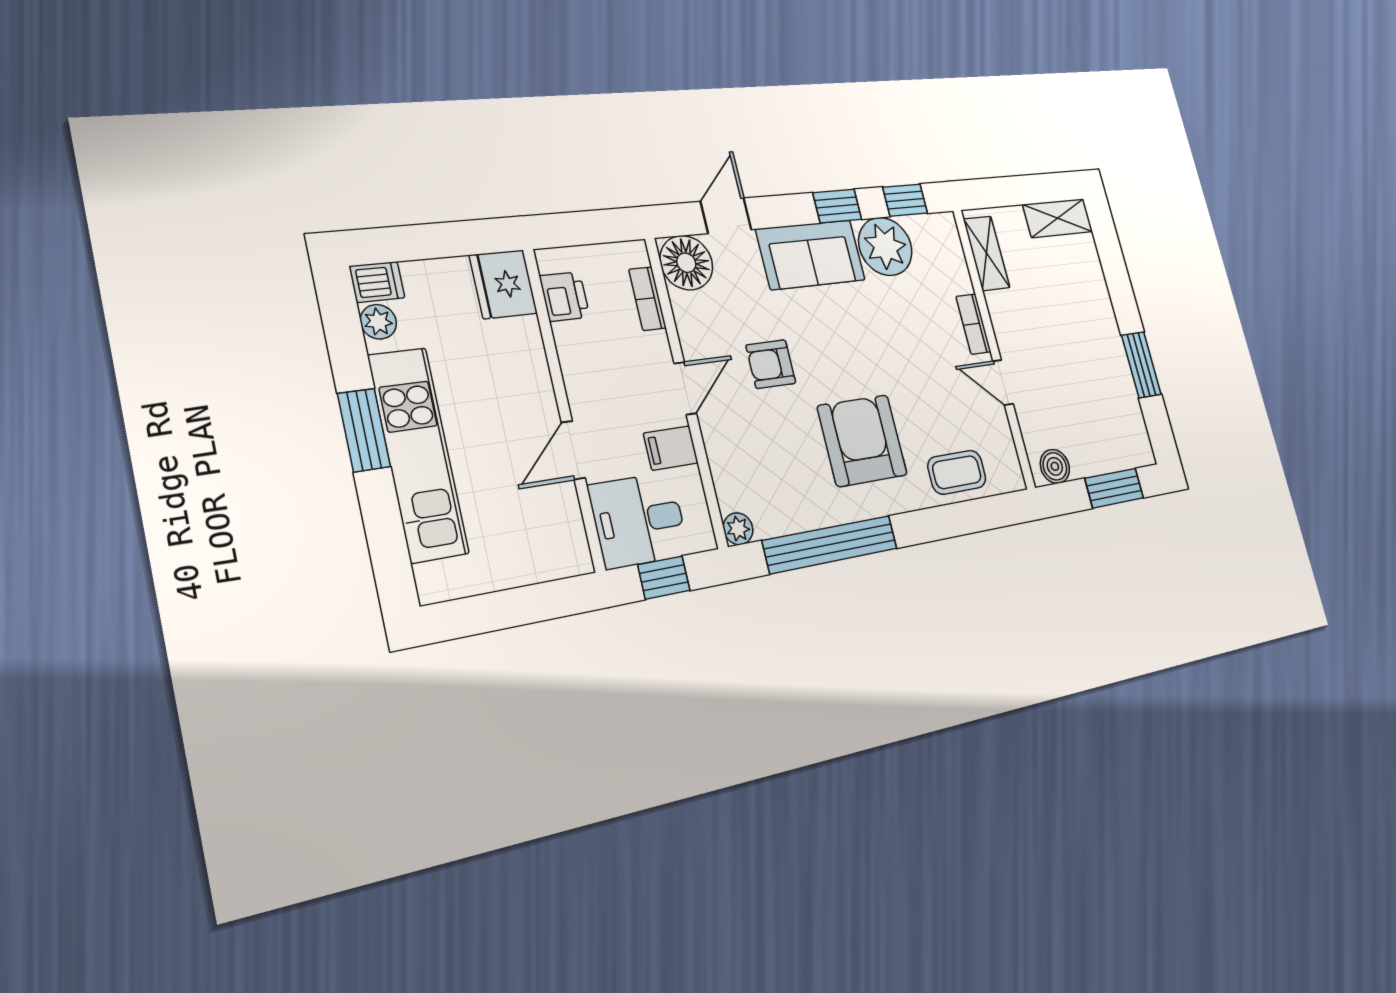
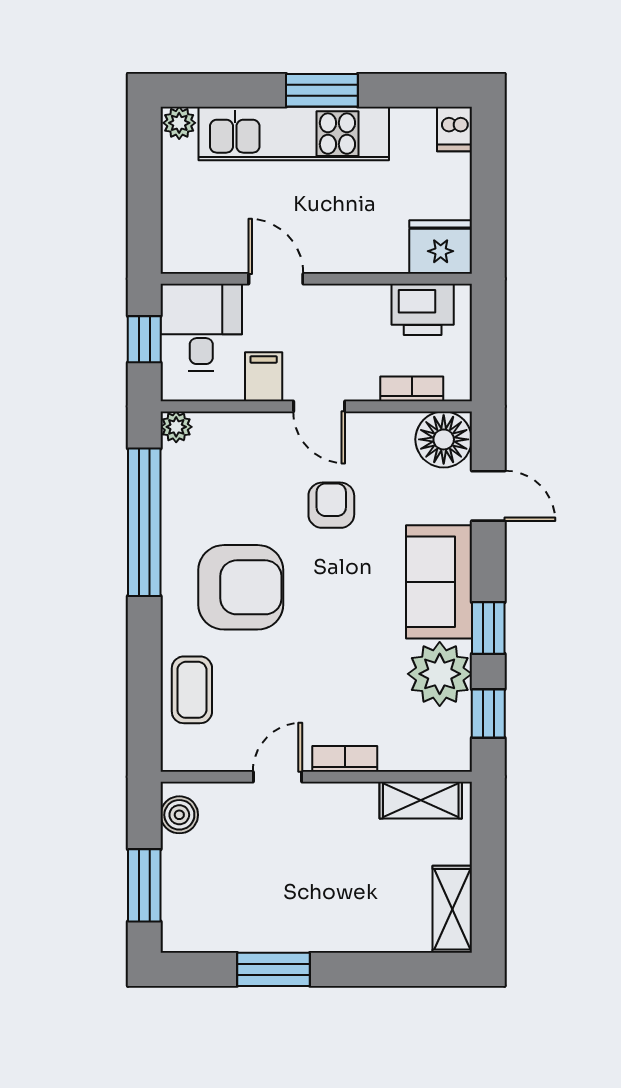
printer: (565, 297) -> (423, 309), width x1.36, depth x1.24
plant: (378, 322) -> (179, 123), moved

